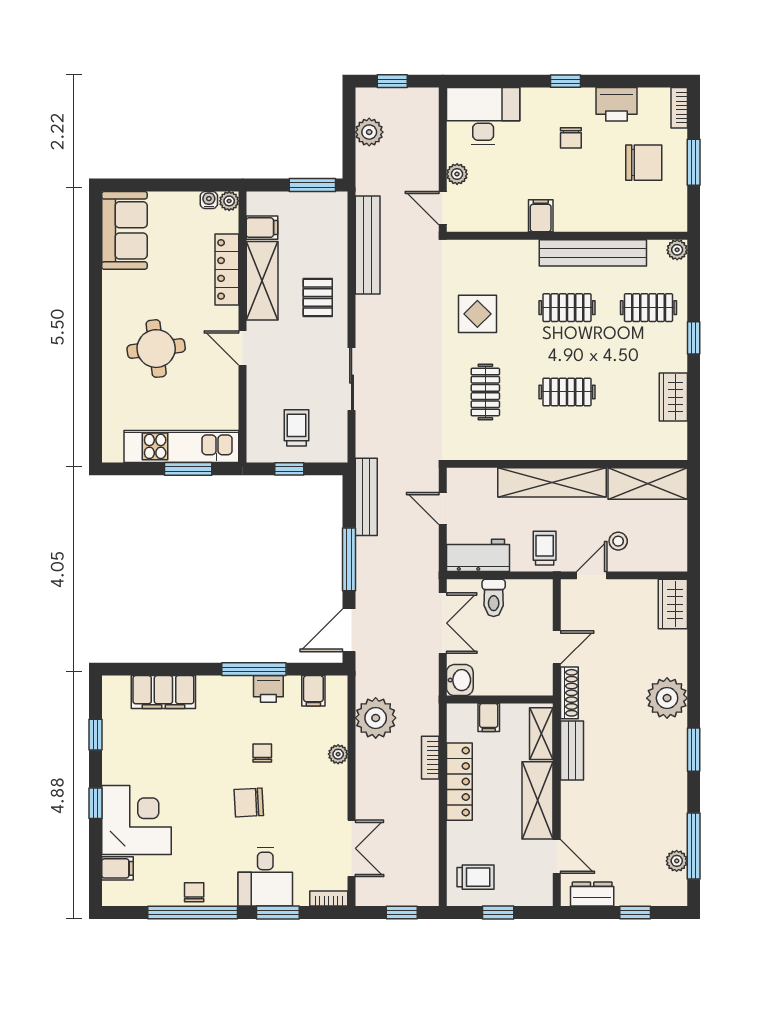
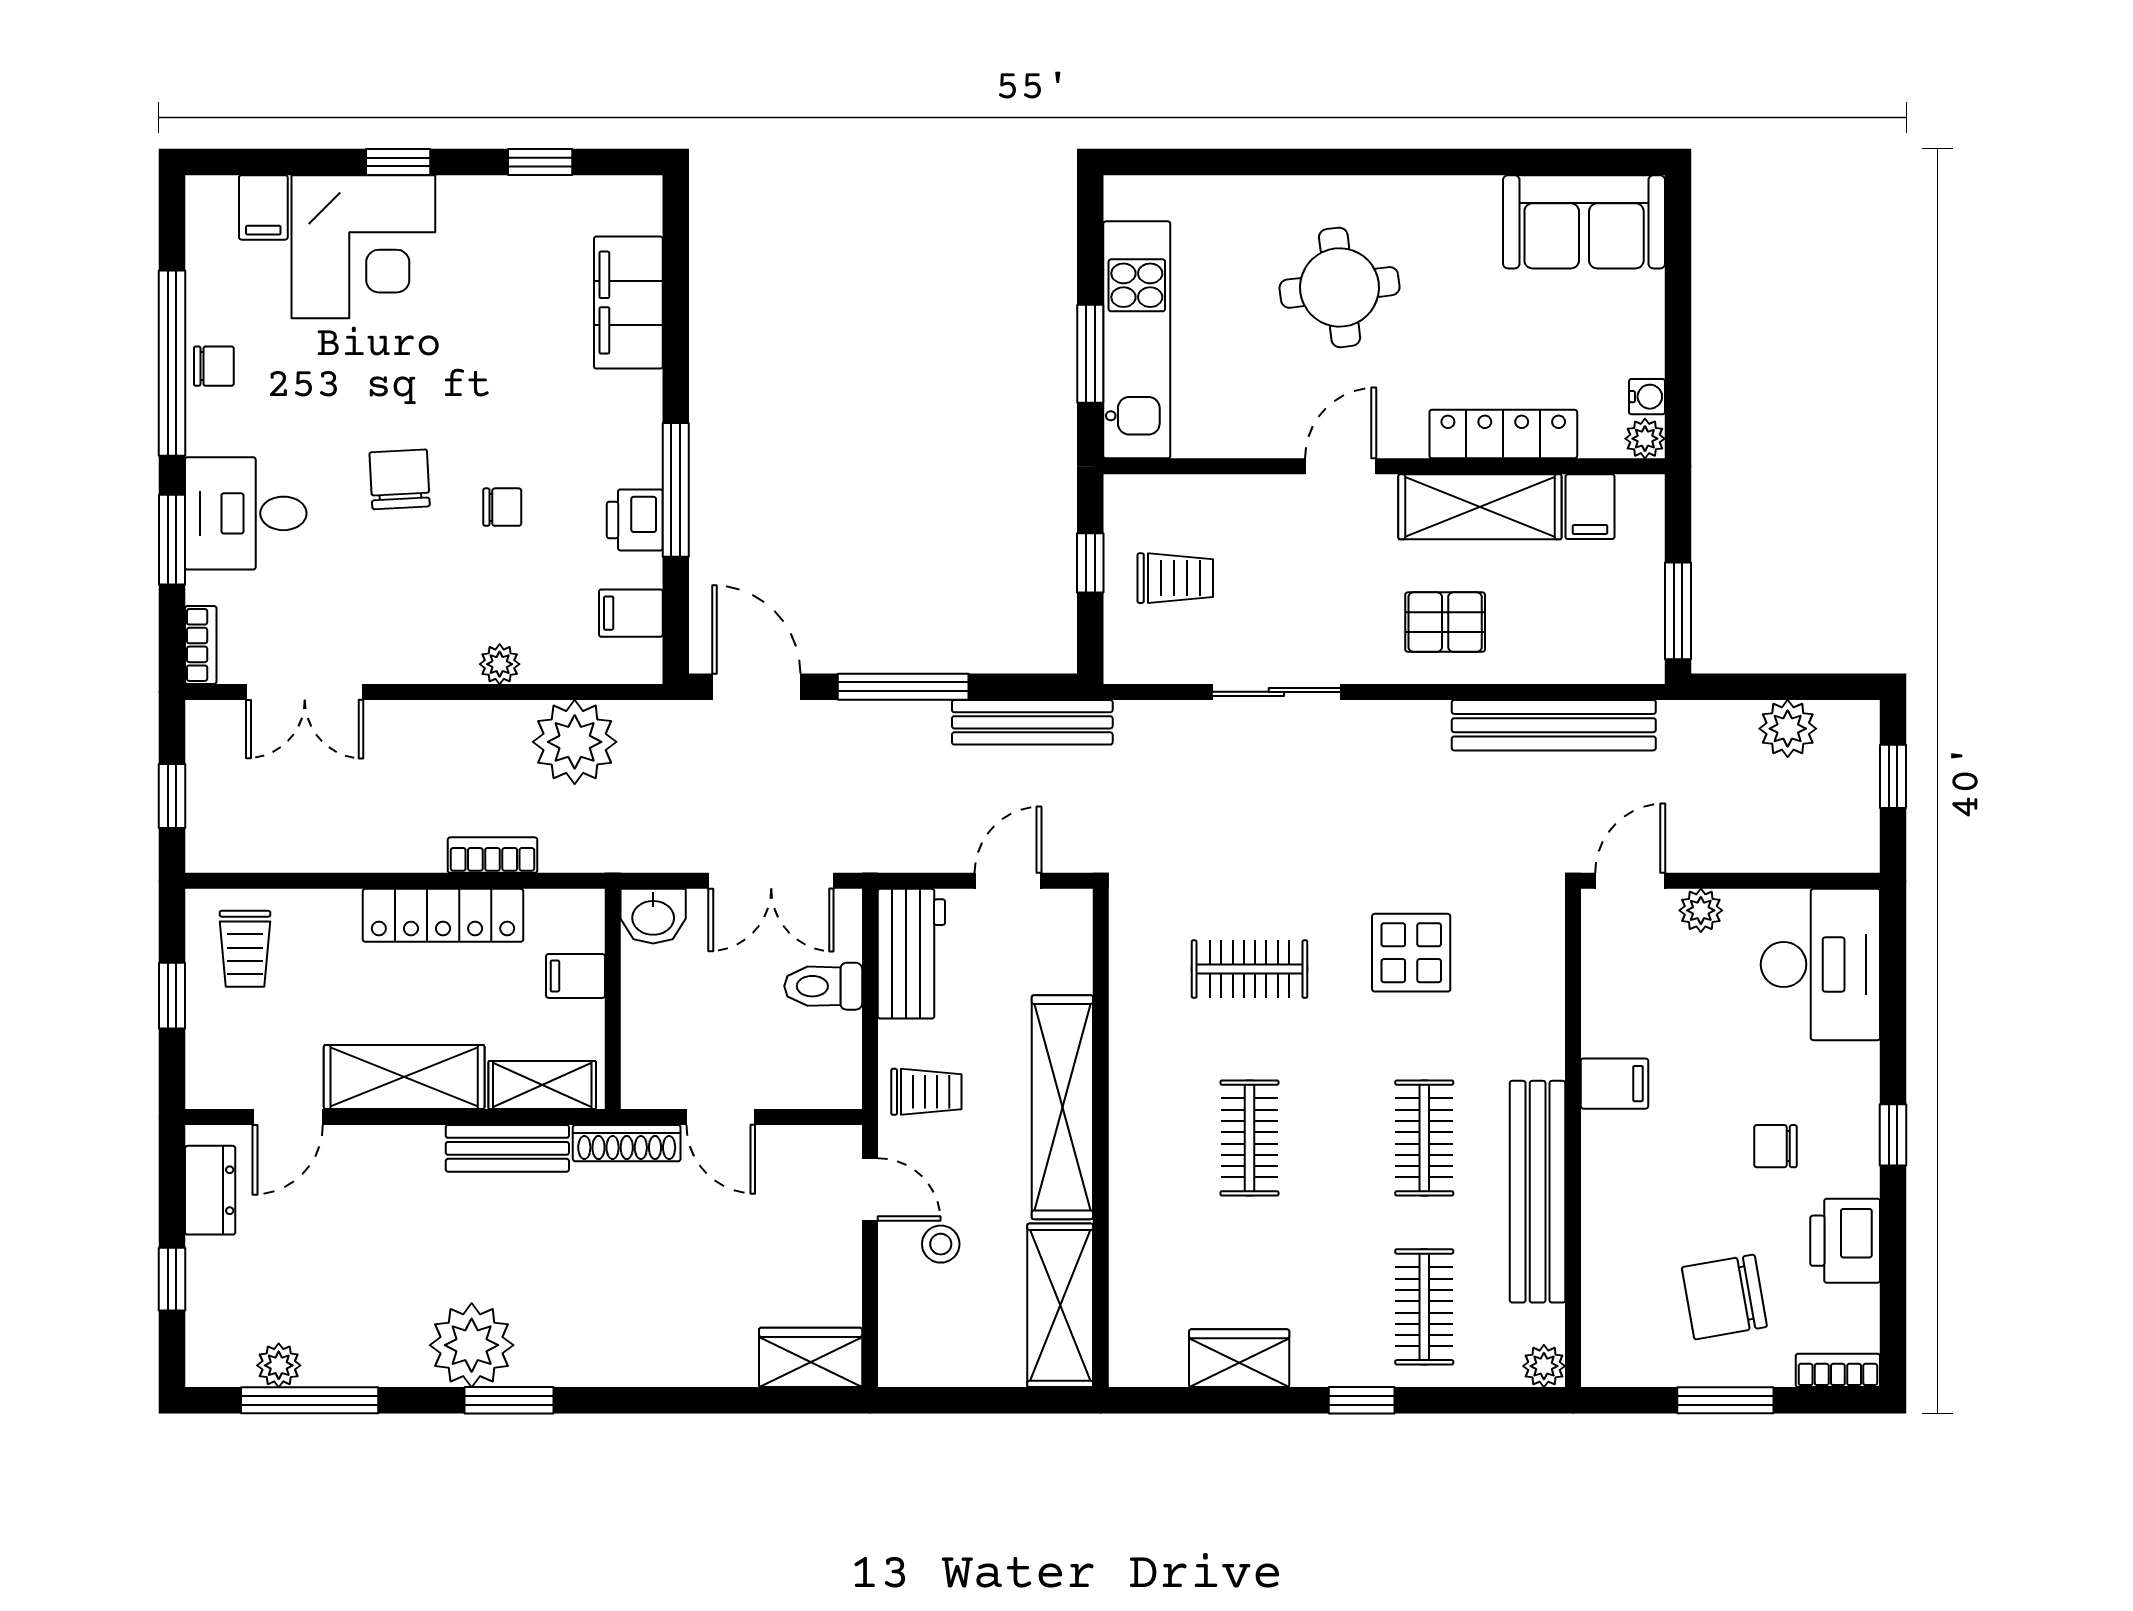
chair: (644, 163) -> (1724, 1297), turned 80
plant: (667, 698) -> (472, 1345), moved

